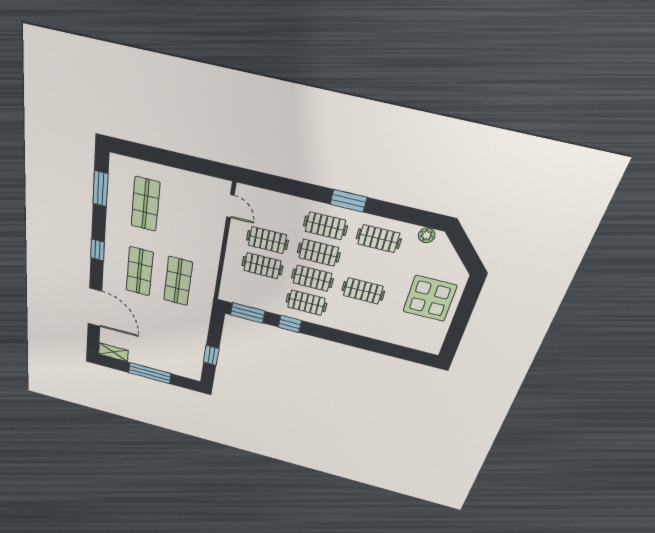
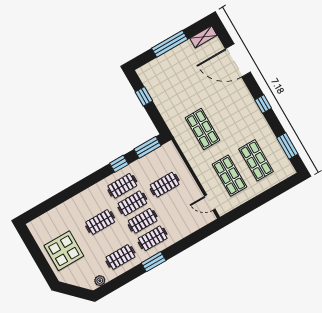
clothes rail: (267, 240) -> (175, 202), removed
shop shelf: (140, 271) -> (230, 176), moved

